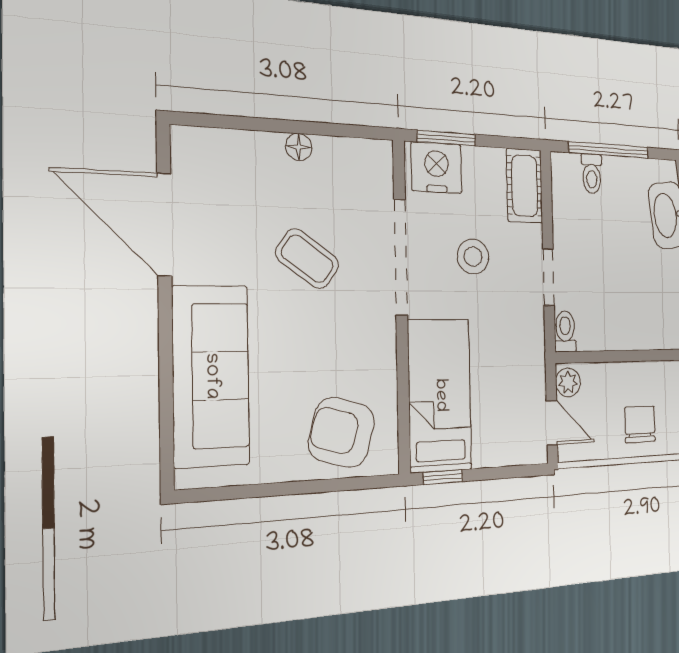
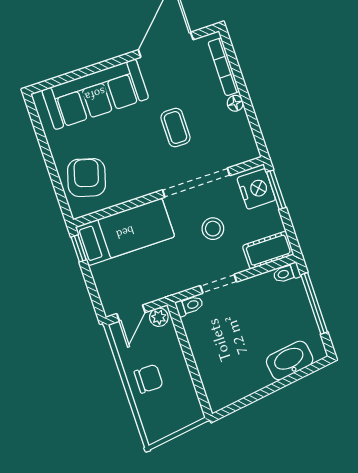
bookcase: (234, 142) -> (224, 67), added
toilet: (592, 174) -> (287, 273), moved
coffee table: (307, 259) -> (176, 128), turned -35

